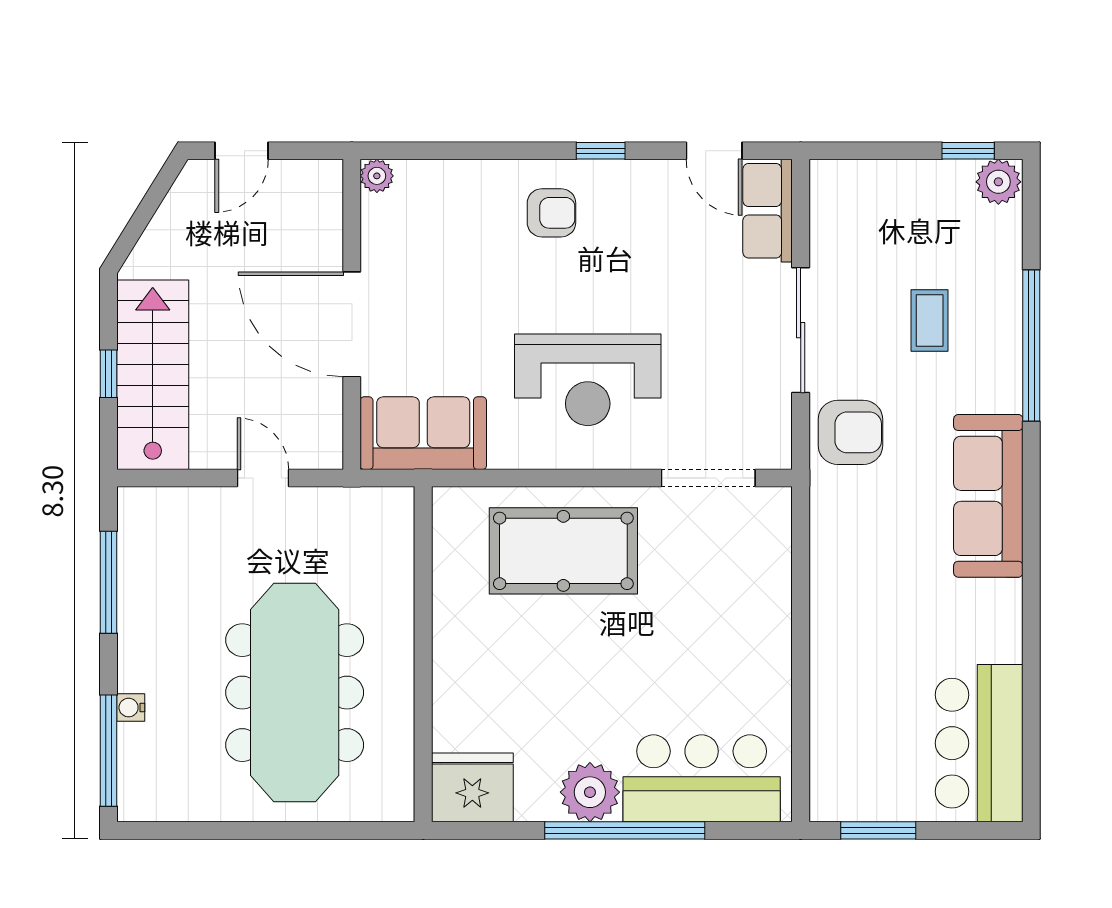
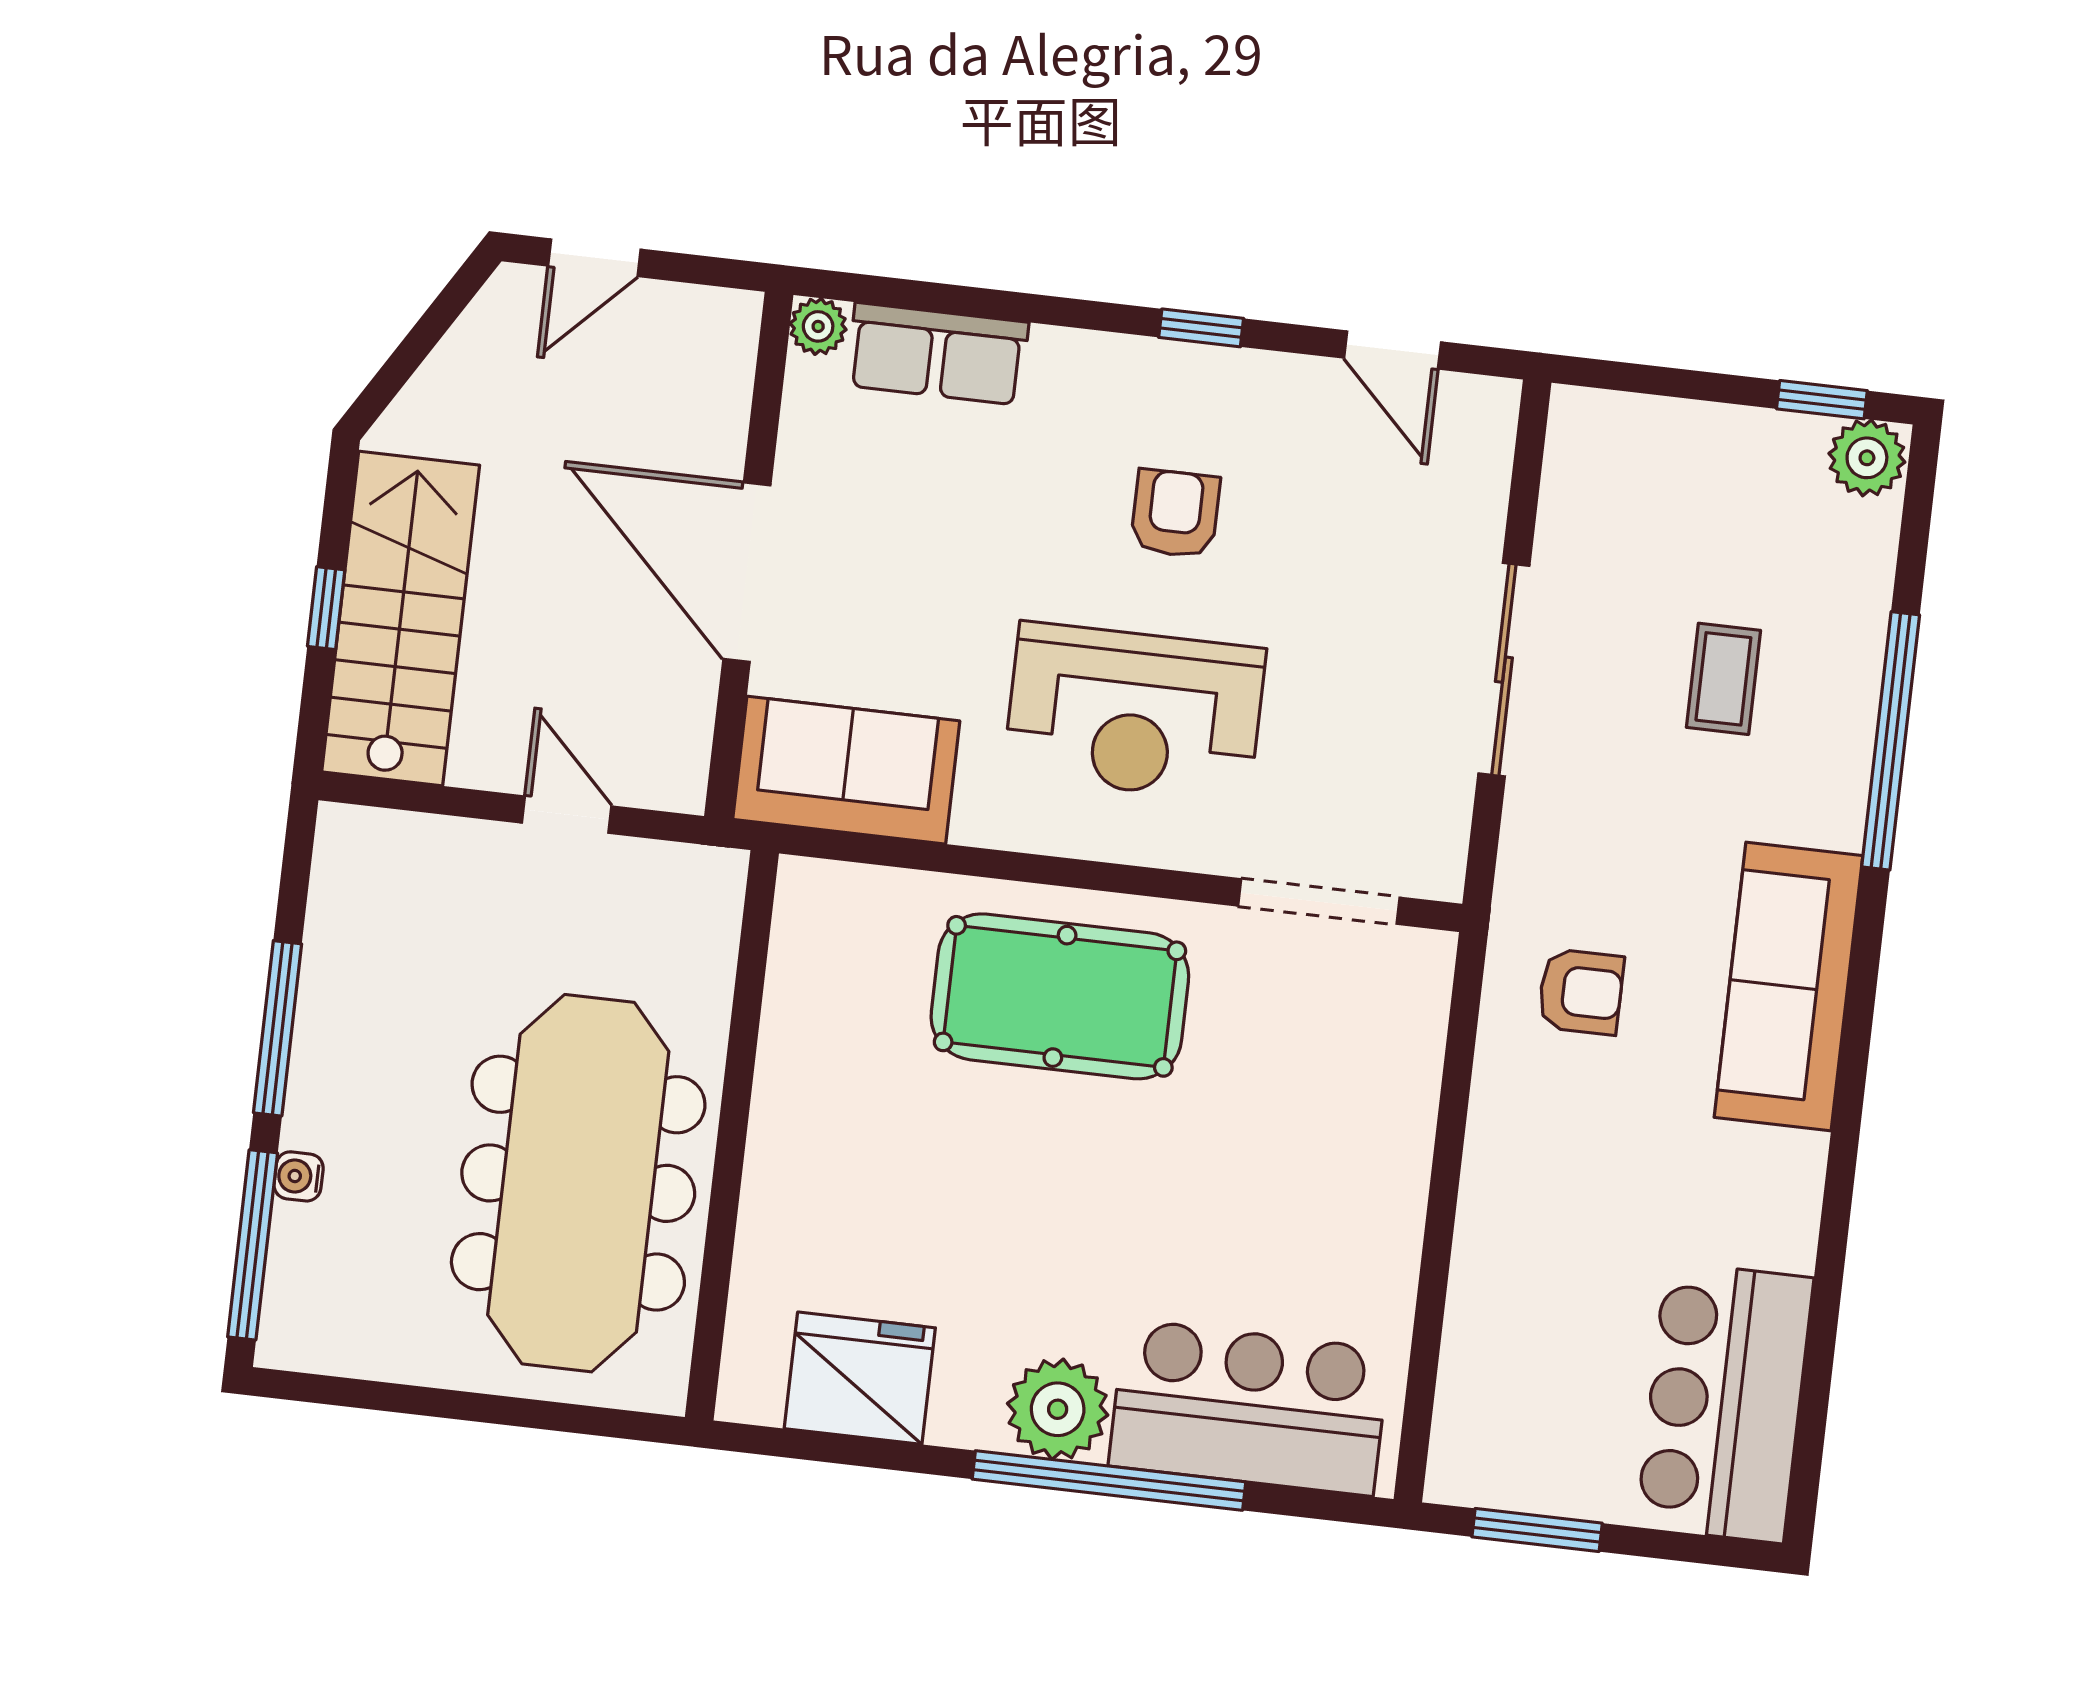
row of seats: (768, 211) -> (937, 354), moved, turned -90
armchair: (551, 213) -> (1175, 514), moved, turned -90
armchair: (850, 432) -> (1581, 992), moved, width x0.72, depth x0.72
window: (109, 582) -> (278, 1028), moved
wall: (423, 654) -> (732, 1135), moved

